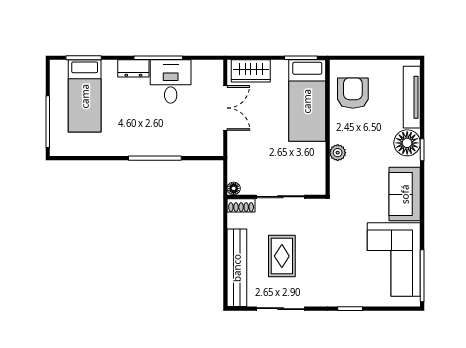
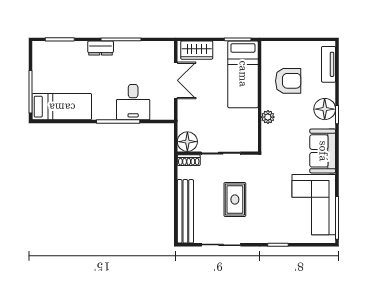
desk: (171, 82) -> (133, 102), moved, turned 180
armchair: (353, 93) -> (288, 81), moved, turned 90
bed: (85, 96) -> (62, 107), moved, turned -90
tv unit: (412, 97) -> (329, 64), width x0.71
floor lamp: (234, 188) -> (187, 142), width x1.89, depth x1.89
rug: (282, 256) -> (235, 199), moved

